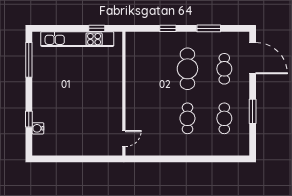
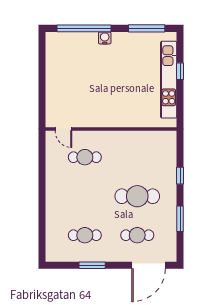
window: (97, 28) -> (180, 71), moved
cafe table: (187, 118) -> (85, 157), moved
window: (29, 119) -> (84, 28), width x3.17
water cooler: (38, 128) -> (105, 38), moved

